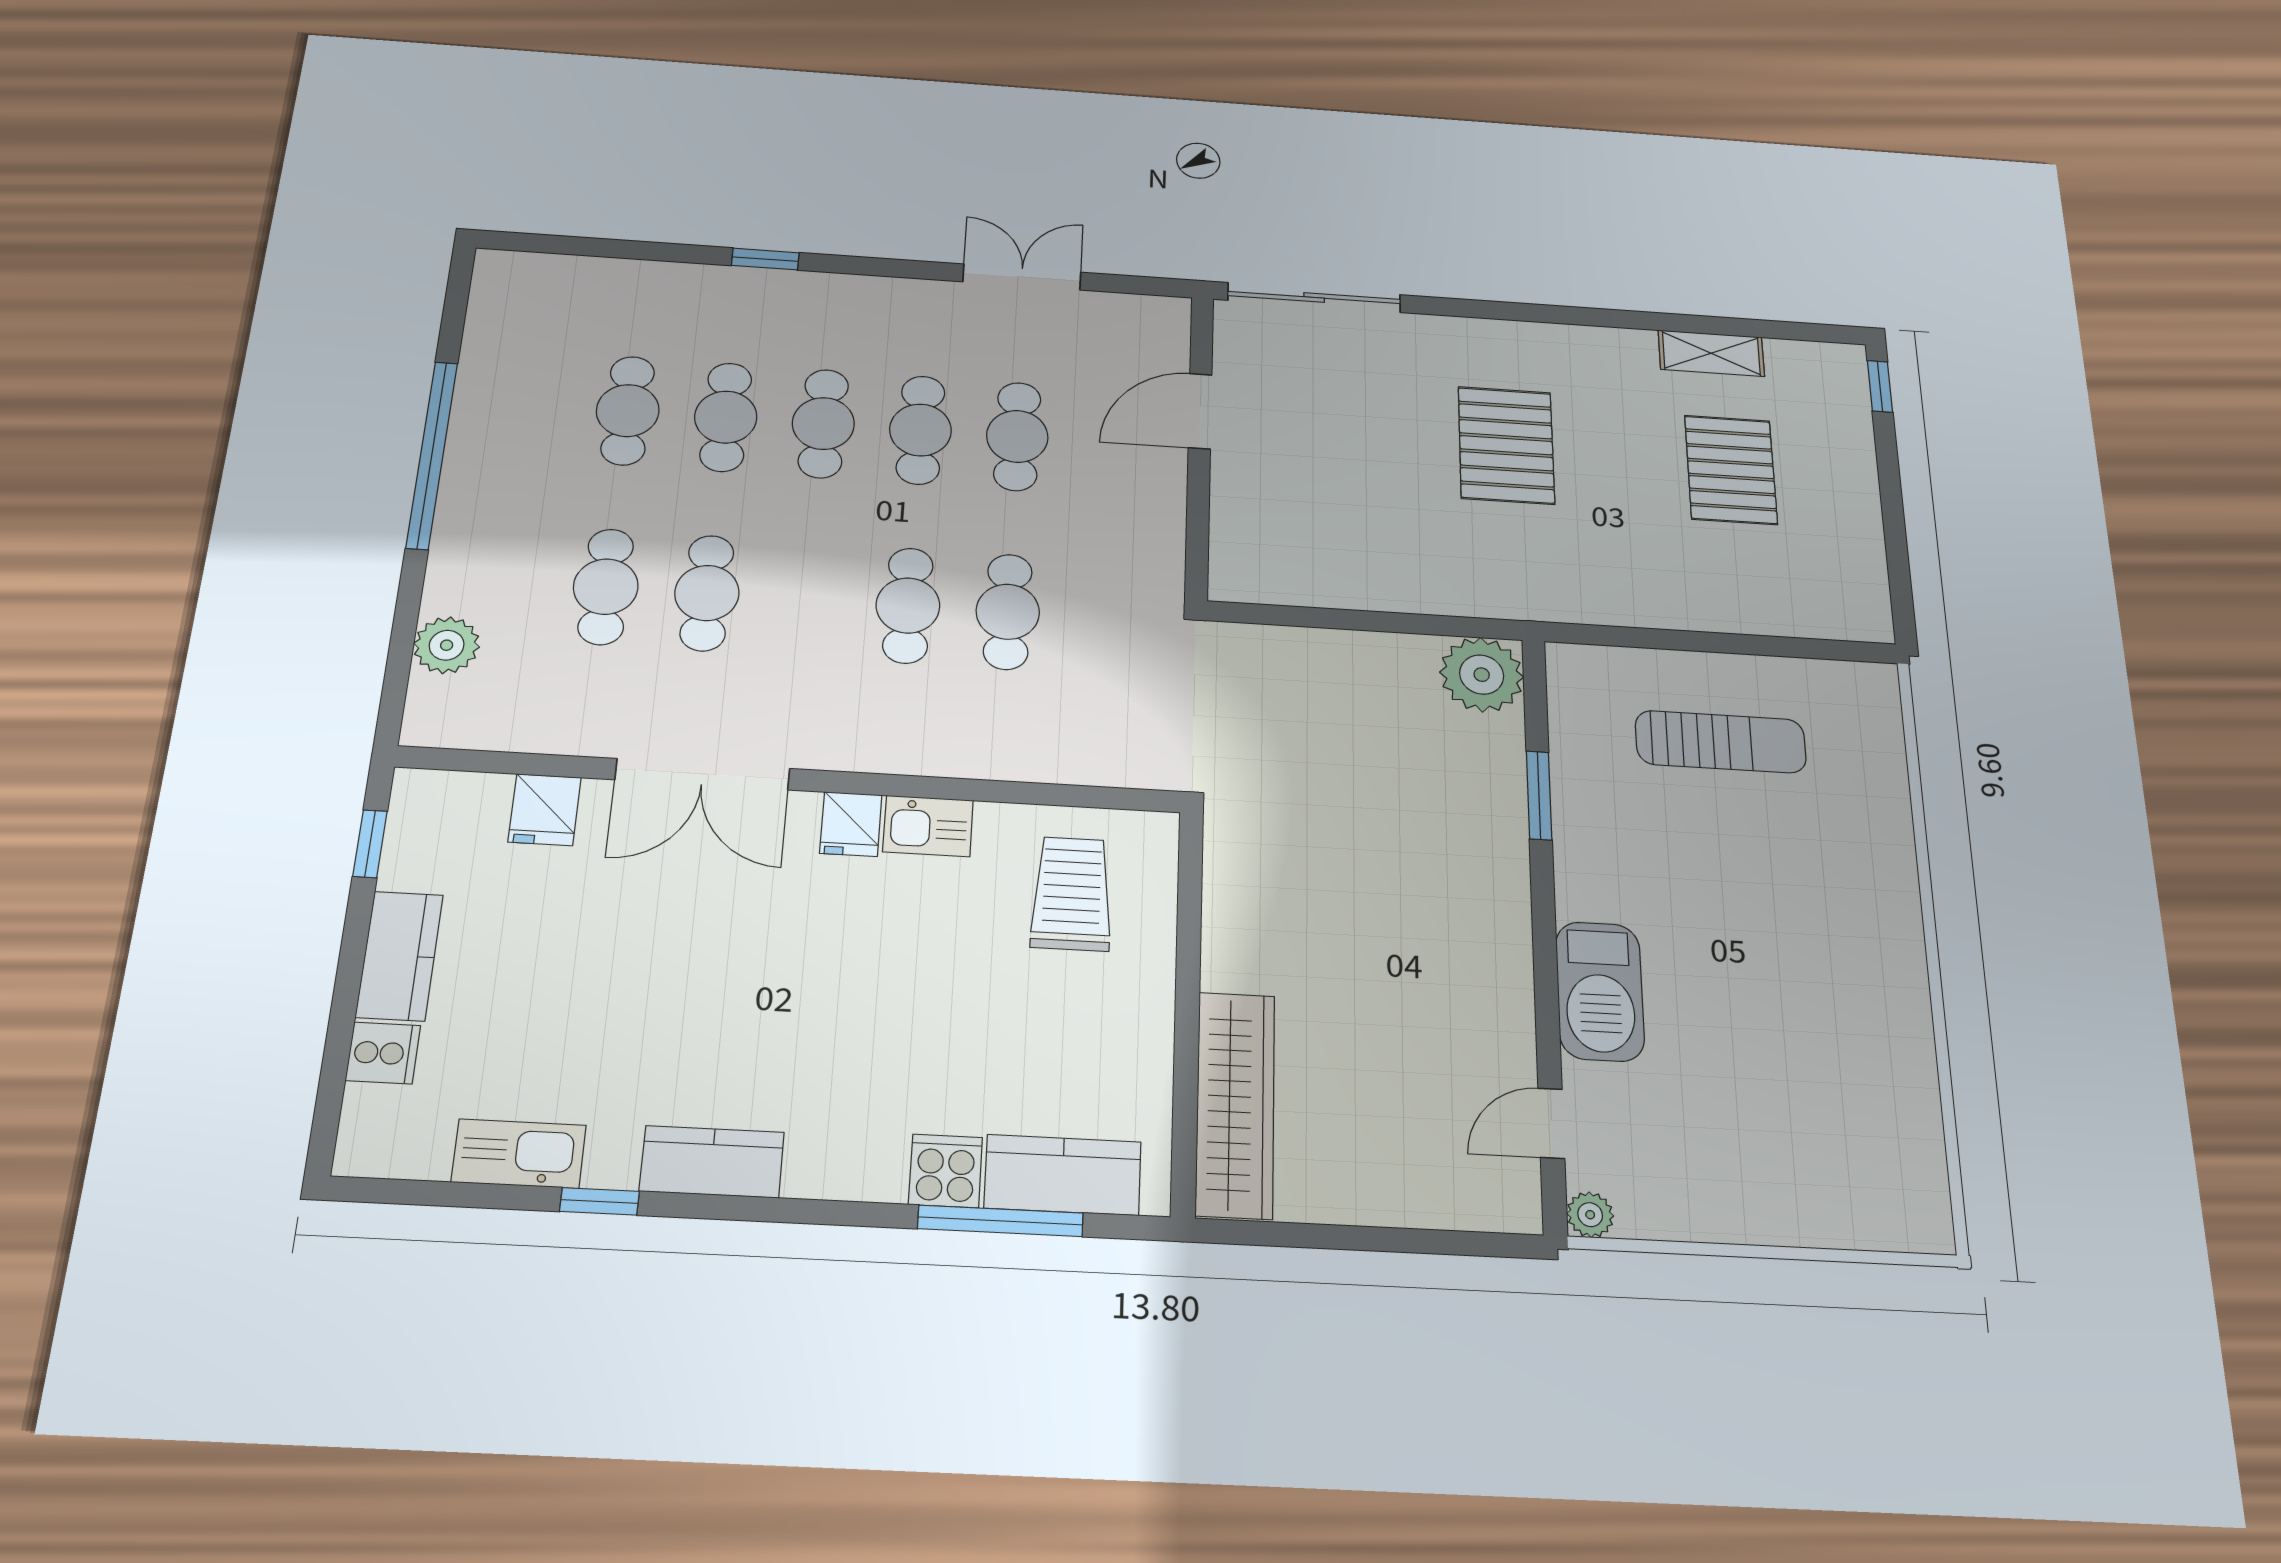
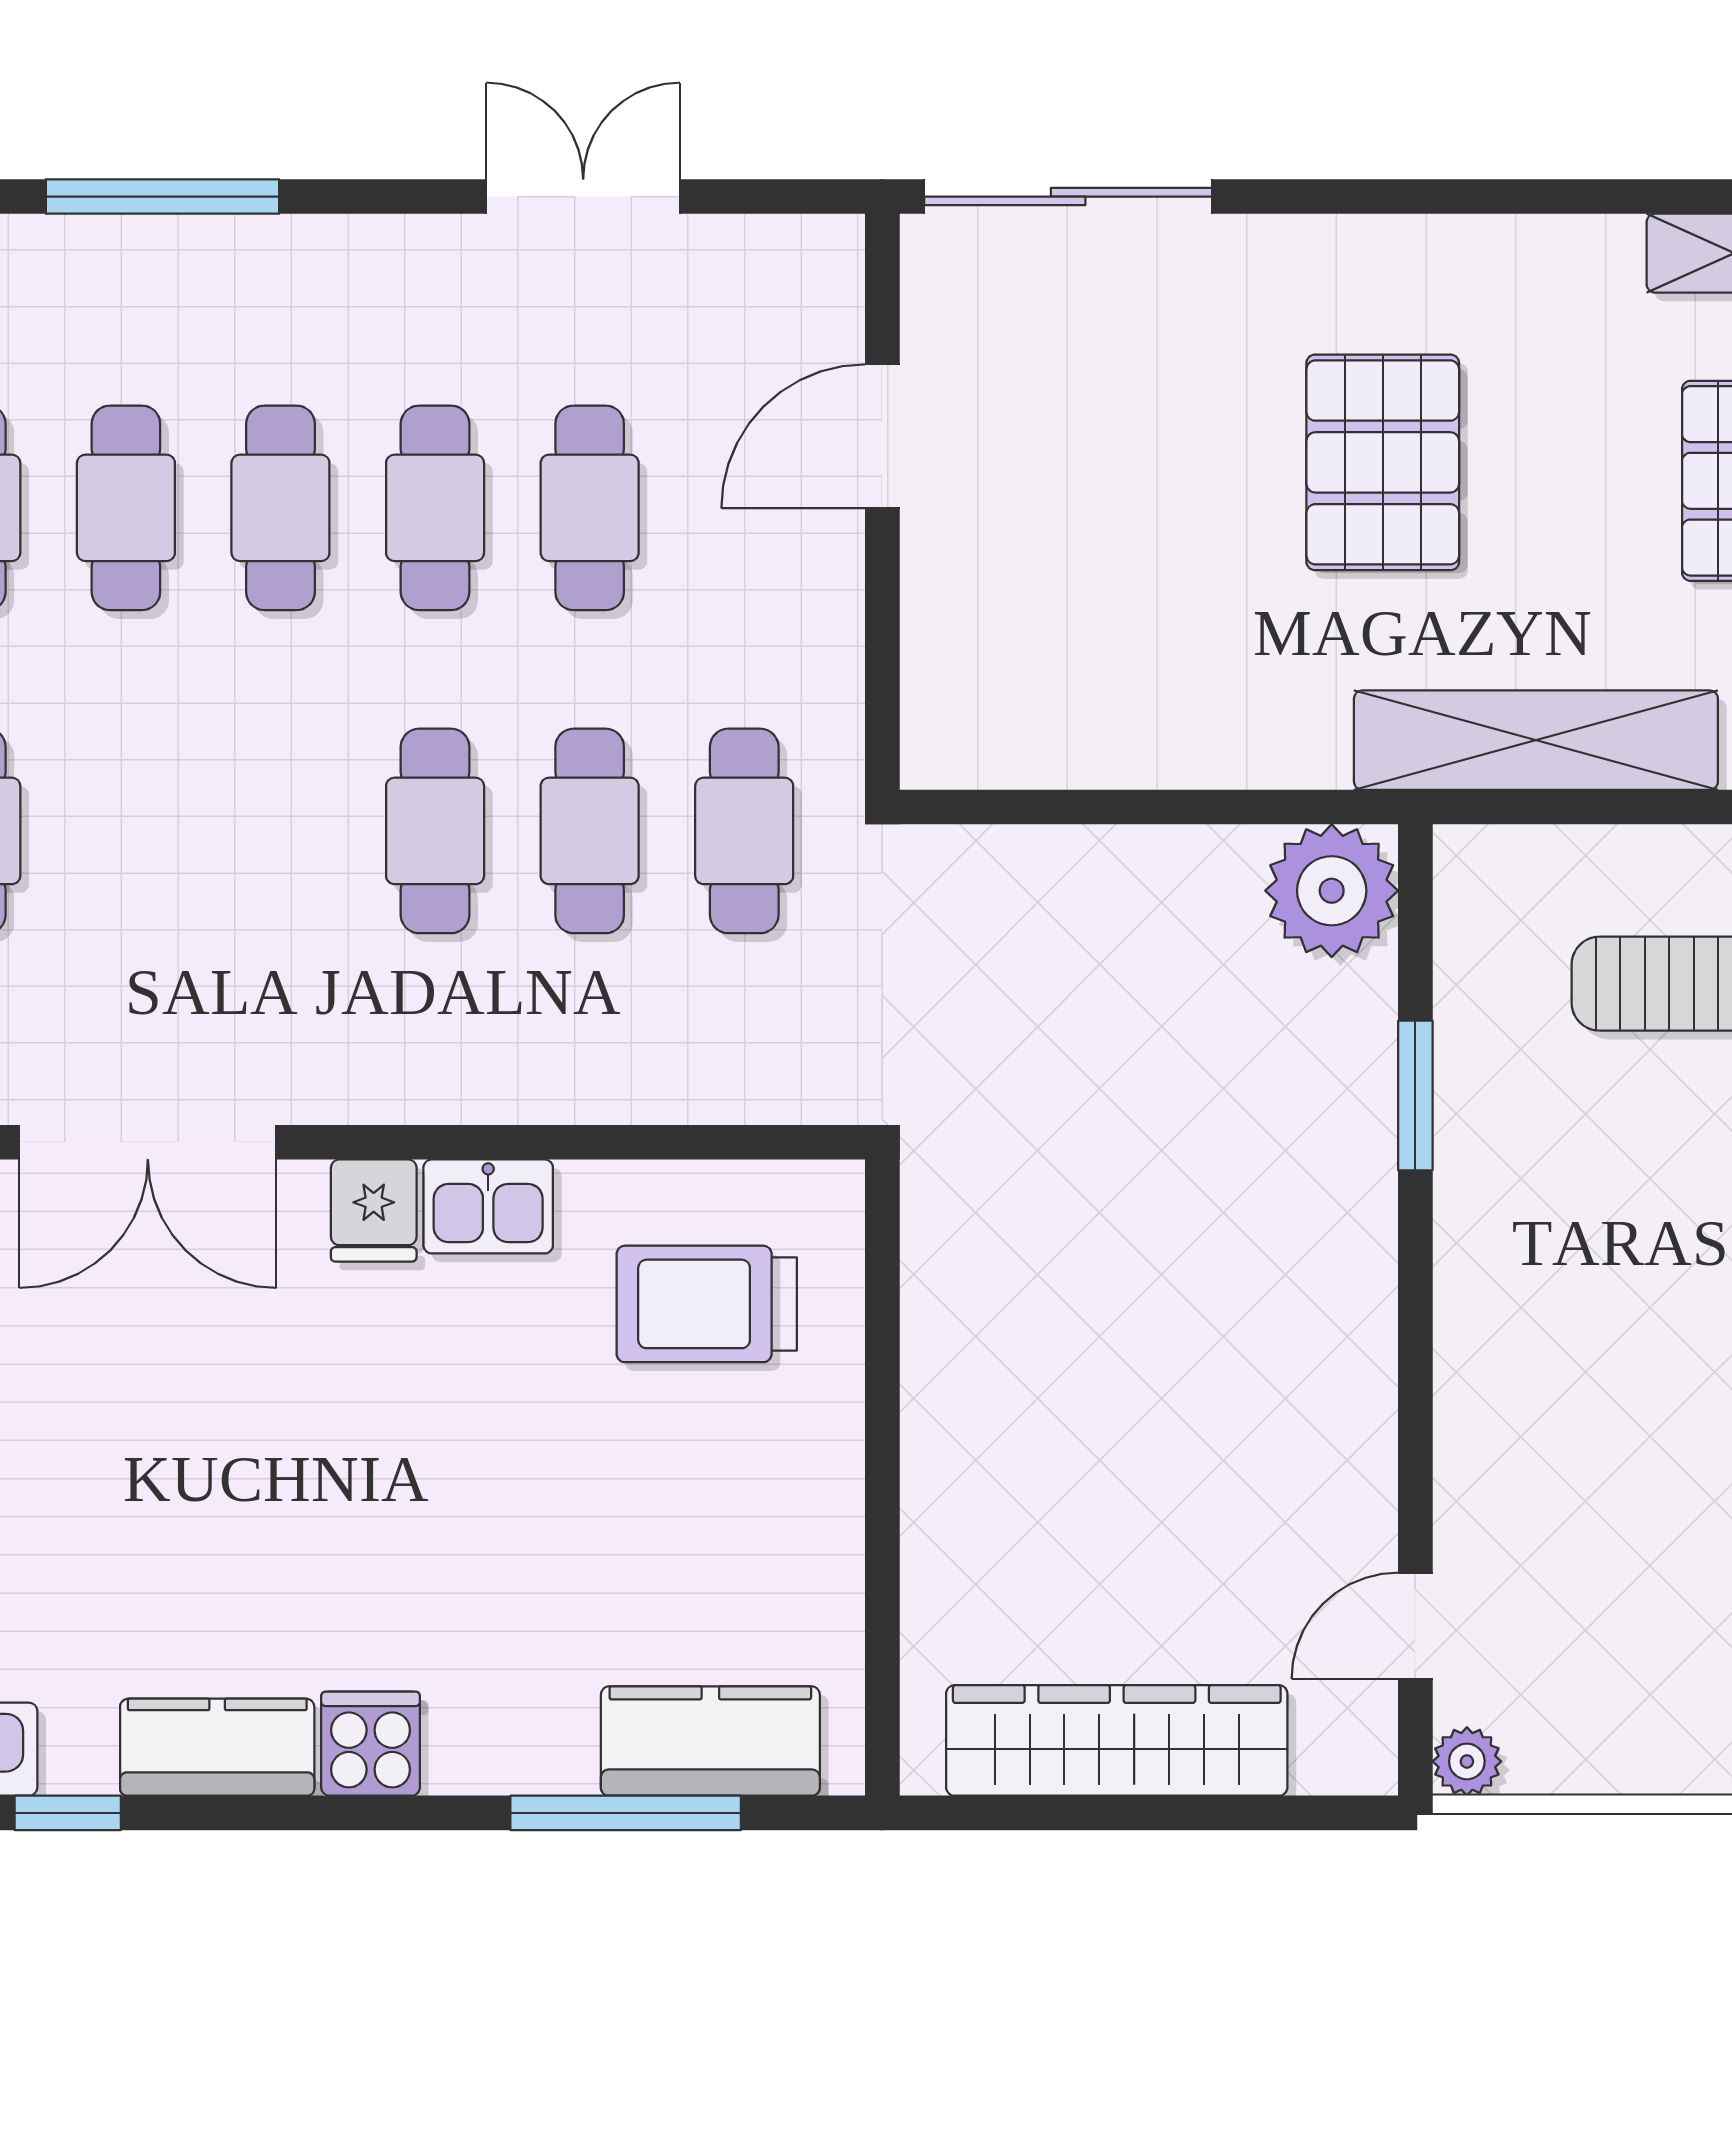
window: (765, 259) -> (163, 197), width x2.17
cafe table: (707, 593) -> (744, 831), moved
shelving: (1607, 599) -> (1536, 740), added
trolley: (1072, 894) -> (707, 1304), turned -90
barbecue: (1600, 991) -> (1496, 1414), removed
wardrobe: (1235, 1104) -> (1117, 1740), moved, turned -90
cooker: (946, 1171) -> (371, 1744), moved

